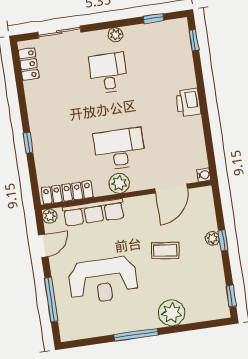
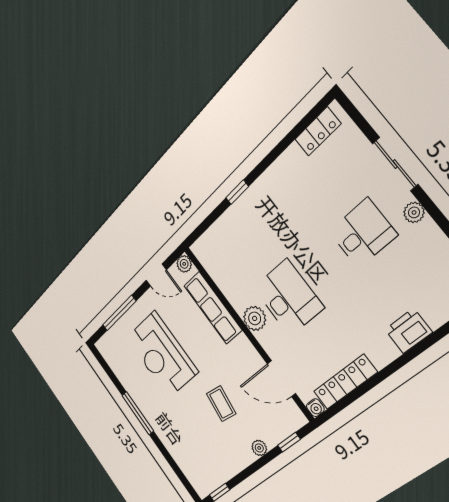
sliding door: (59, 32) -> (395, 164), moved
printer: (188, 102) -> (408, 331), moved
locker: (67, 192) -> (345, 382), moved, turned -90
window: (223, 240) -> (289, 442), moved
plant: (172, 313) -> (173, 439), removed

